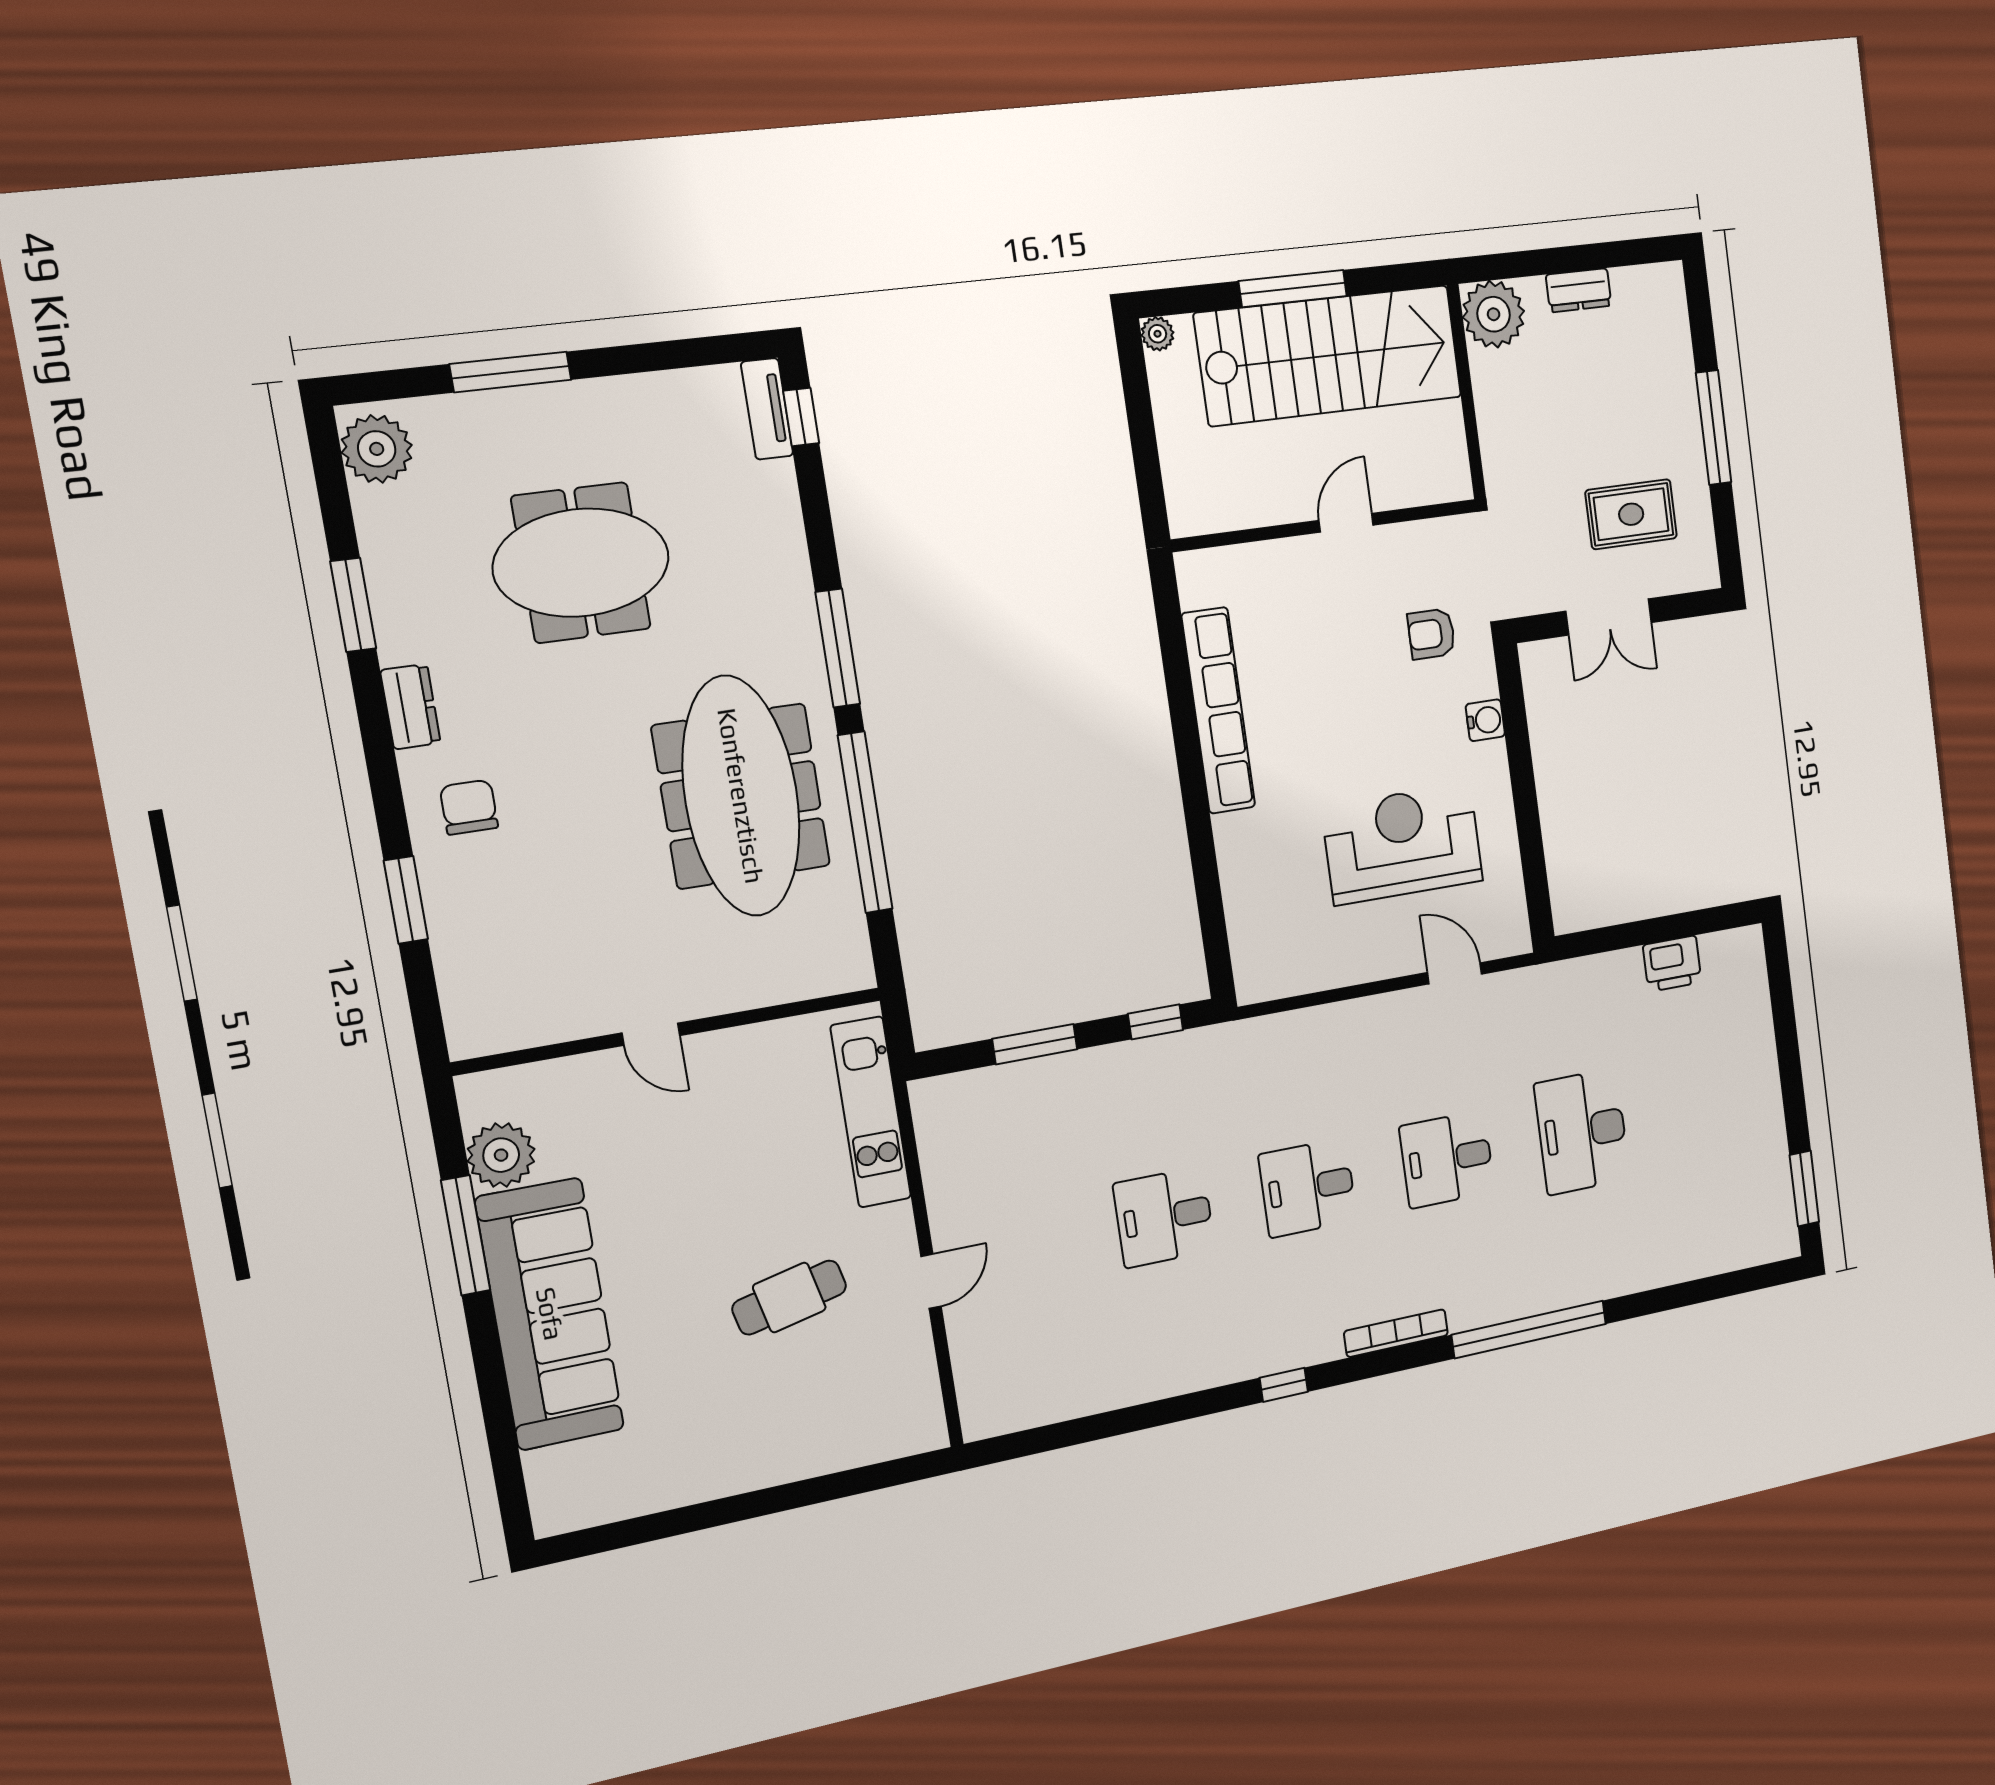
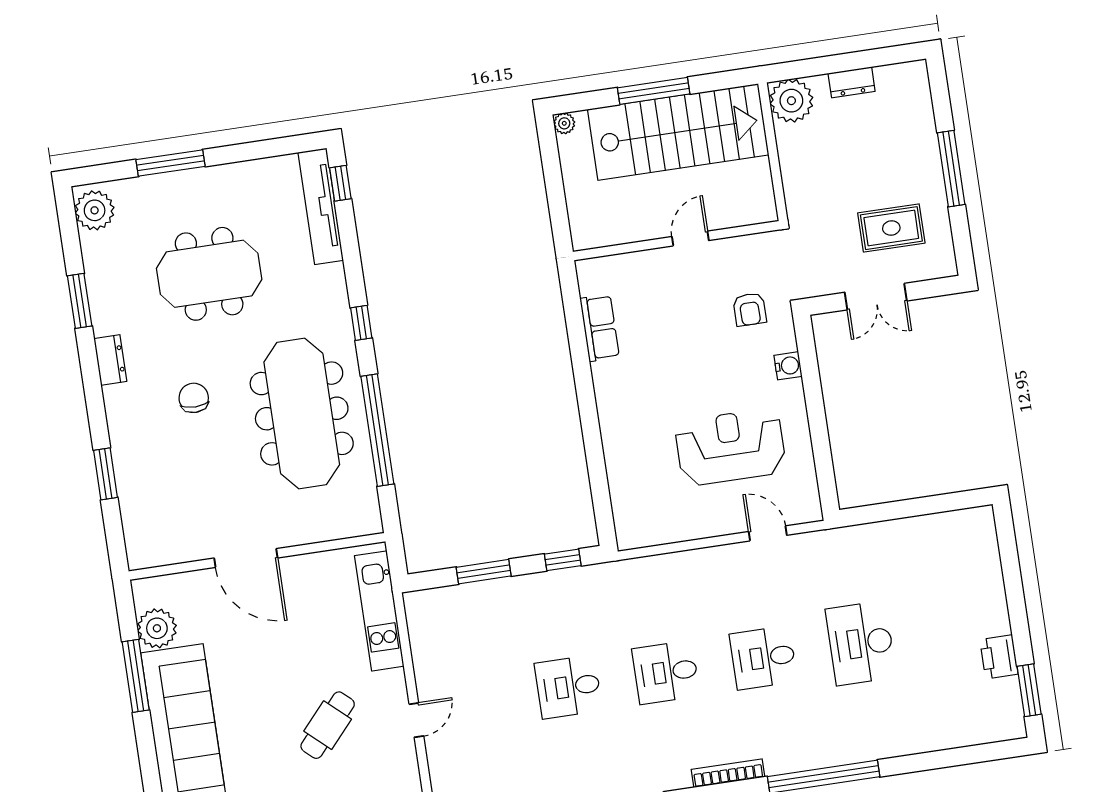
tv unit: (767, 409) -> (321, 206), width x1.92, depth x1.29
armchair: (1431, 634) -> (750, 309), turned -90
window: (838, 648) -> (361, 323), width x0.46
row of seats: (1218, 711) -> (600, 328), width x0.50
chair: (469, 807) -> (194, 398), moved
printer: (1672, 964) -> (999, 657), moved, turned 90
door: (651, 1034) -> (246, 558), width x1.88
cafe table: (789, 1297) -> (328, 725), turned -35

